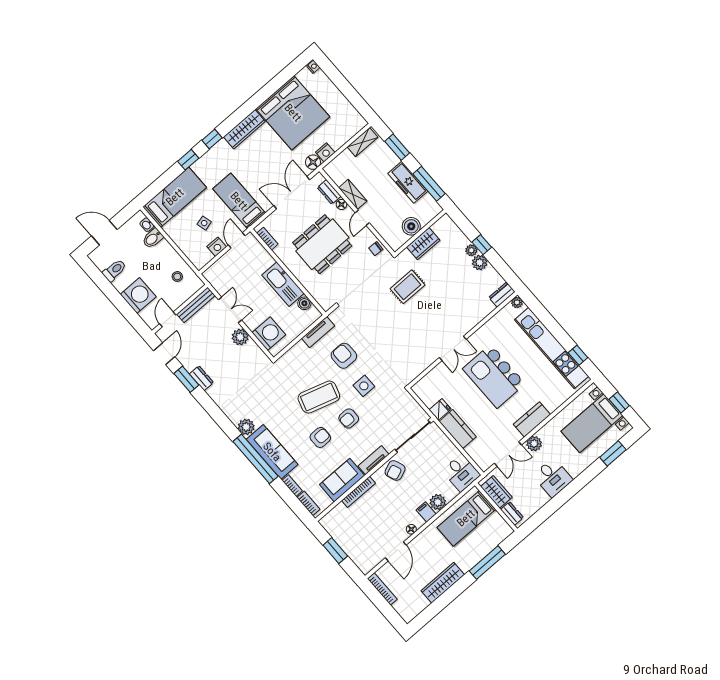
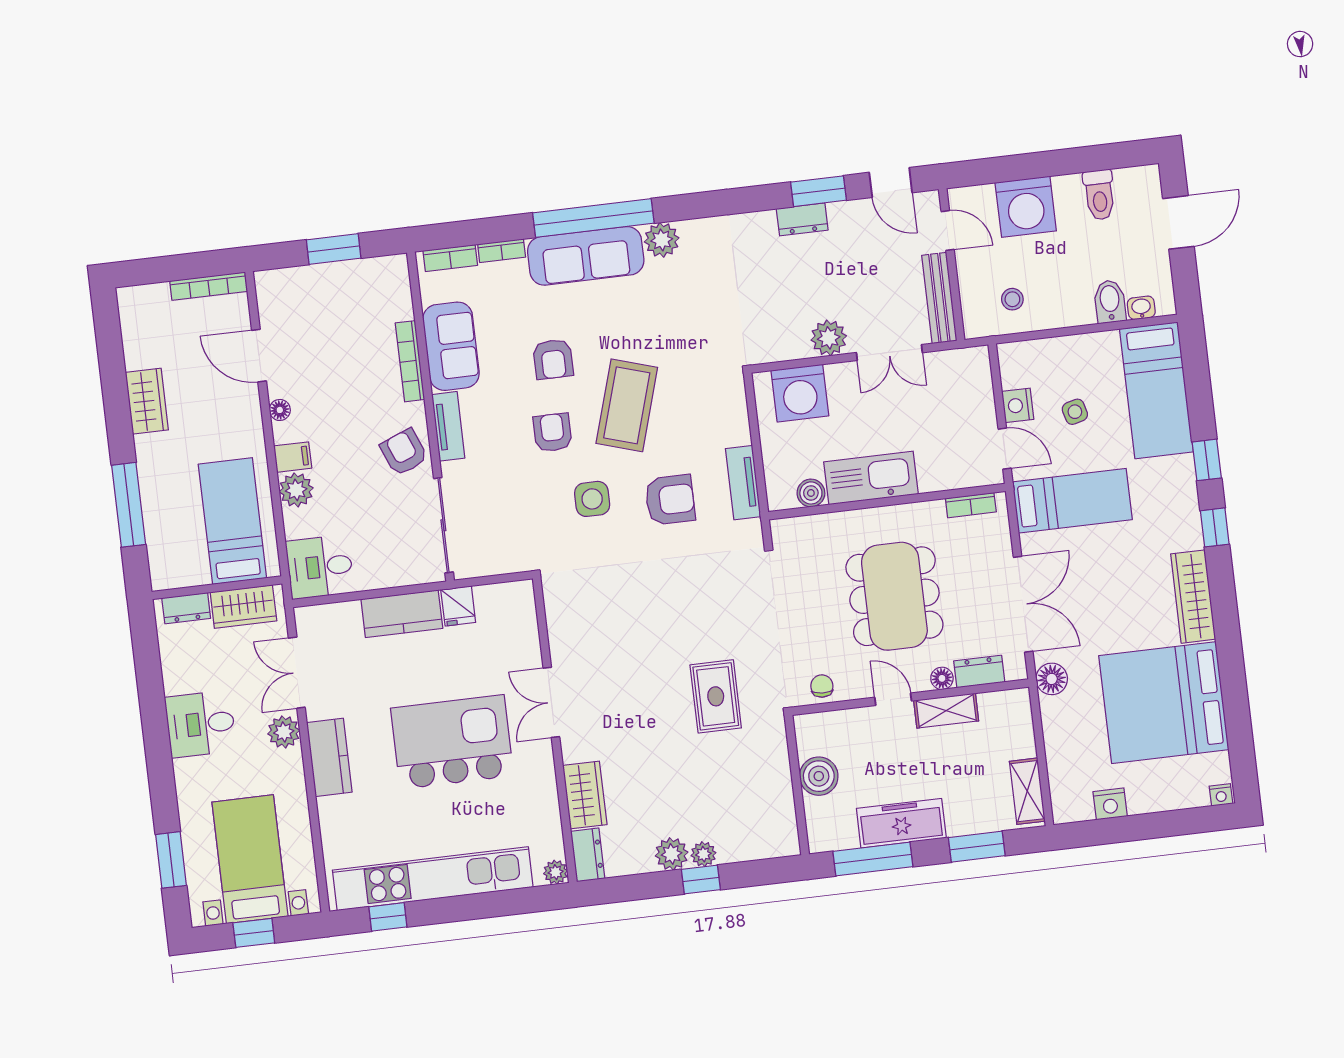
nightstand: (325, 152) -> (1110, 804), moved, turned -90
wardrobe: (423, 244) -> (585, 795), moved, turned 180
wardrobe: (443, 583) -> (147, 401), width x0.67

